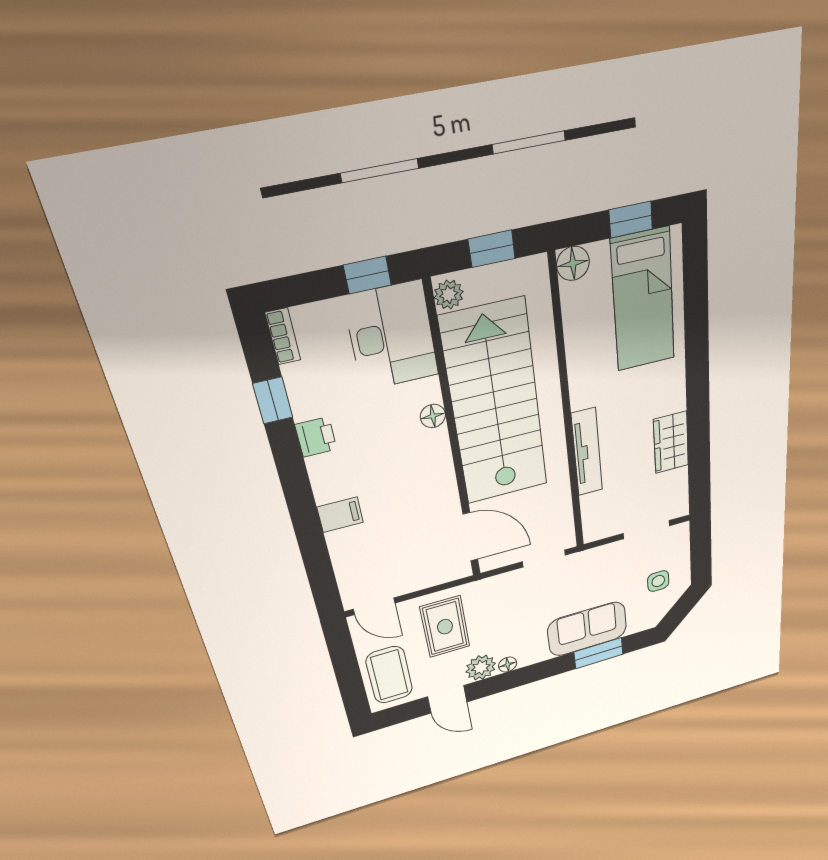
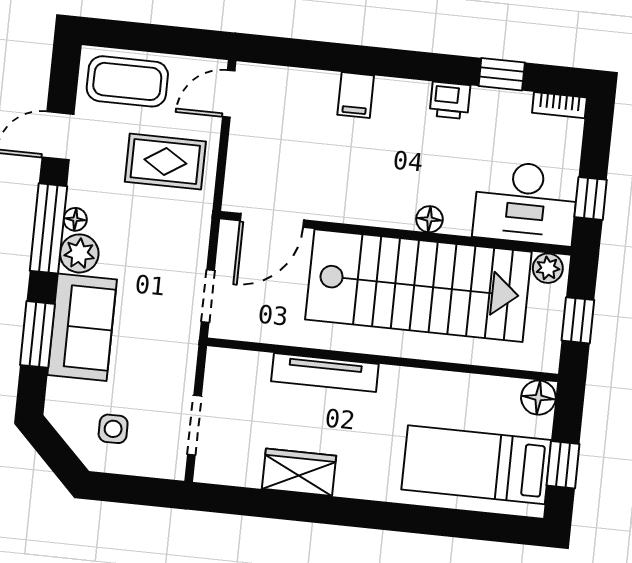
plant: (481, 668) -> (79, 253), moved
window: (519, 677) -> (48, 228), added

